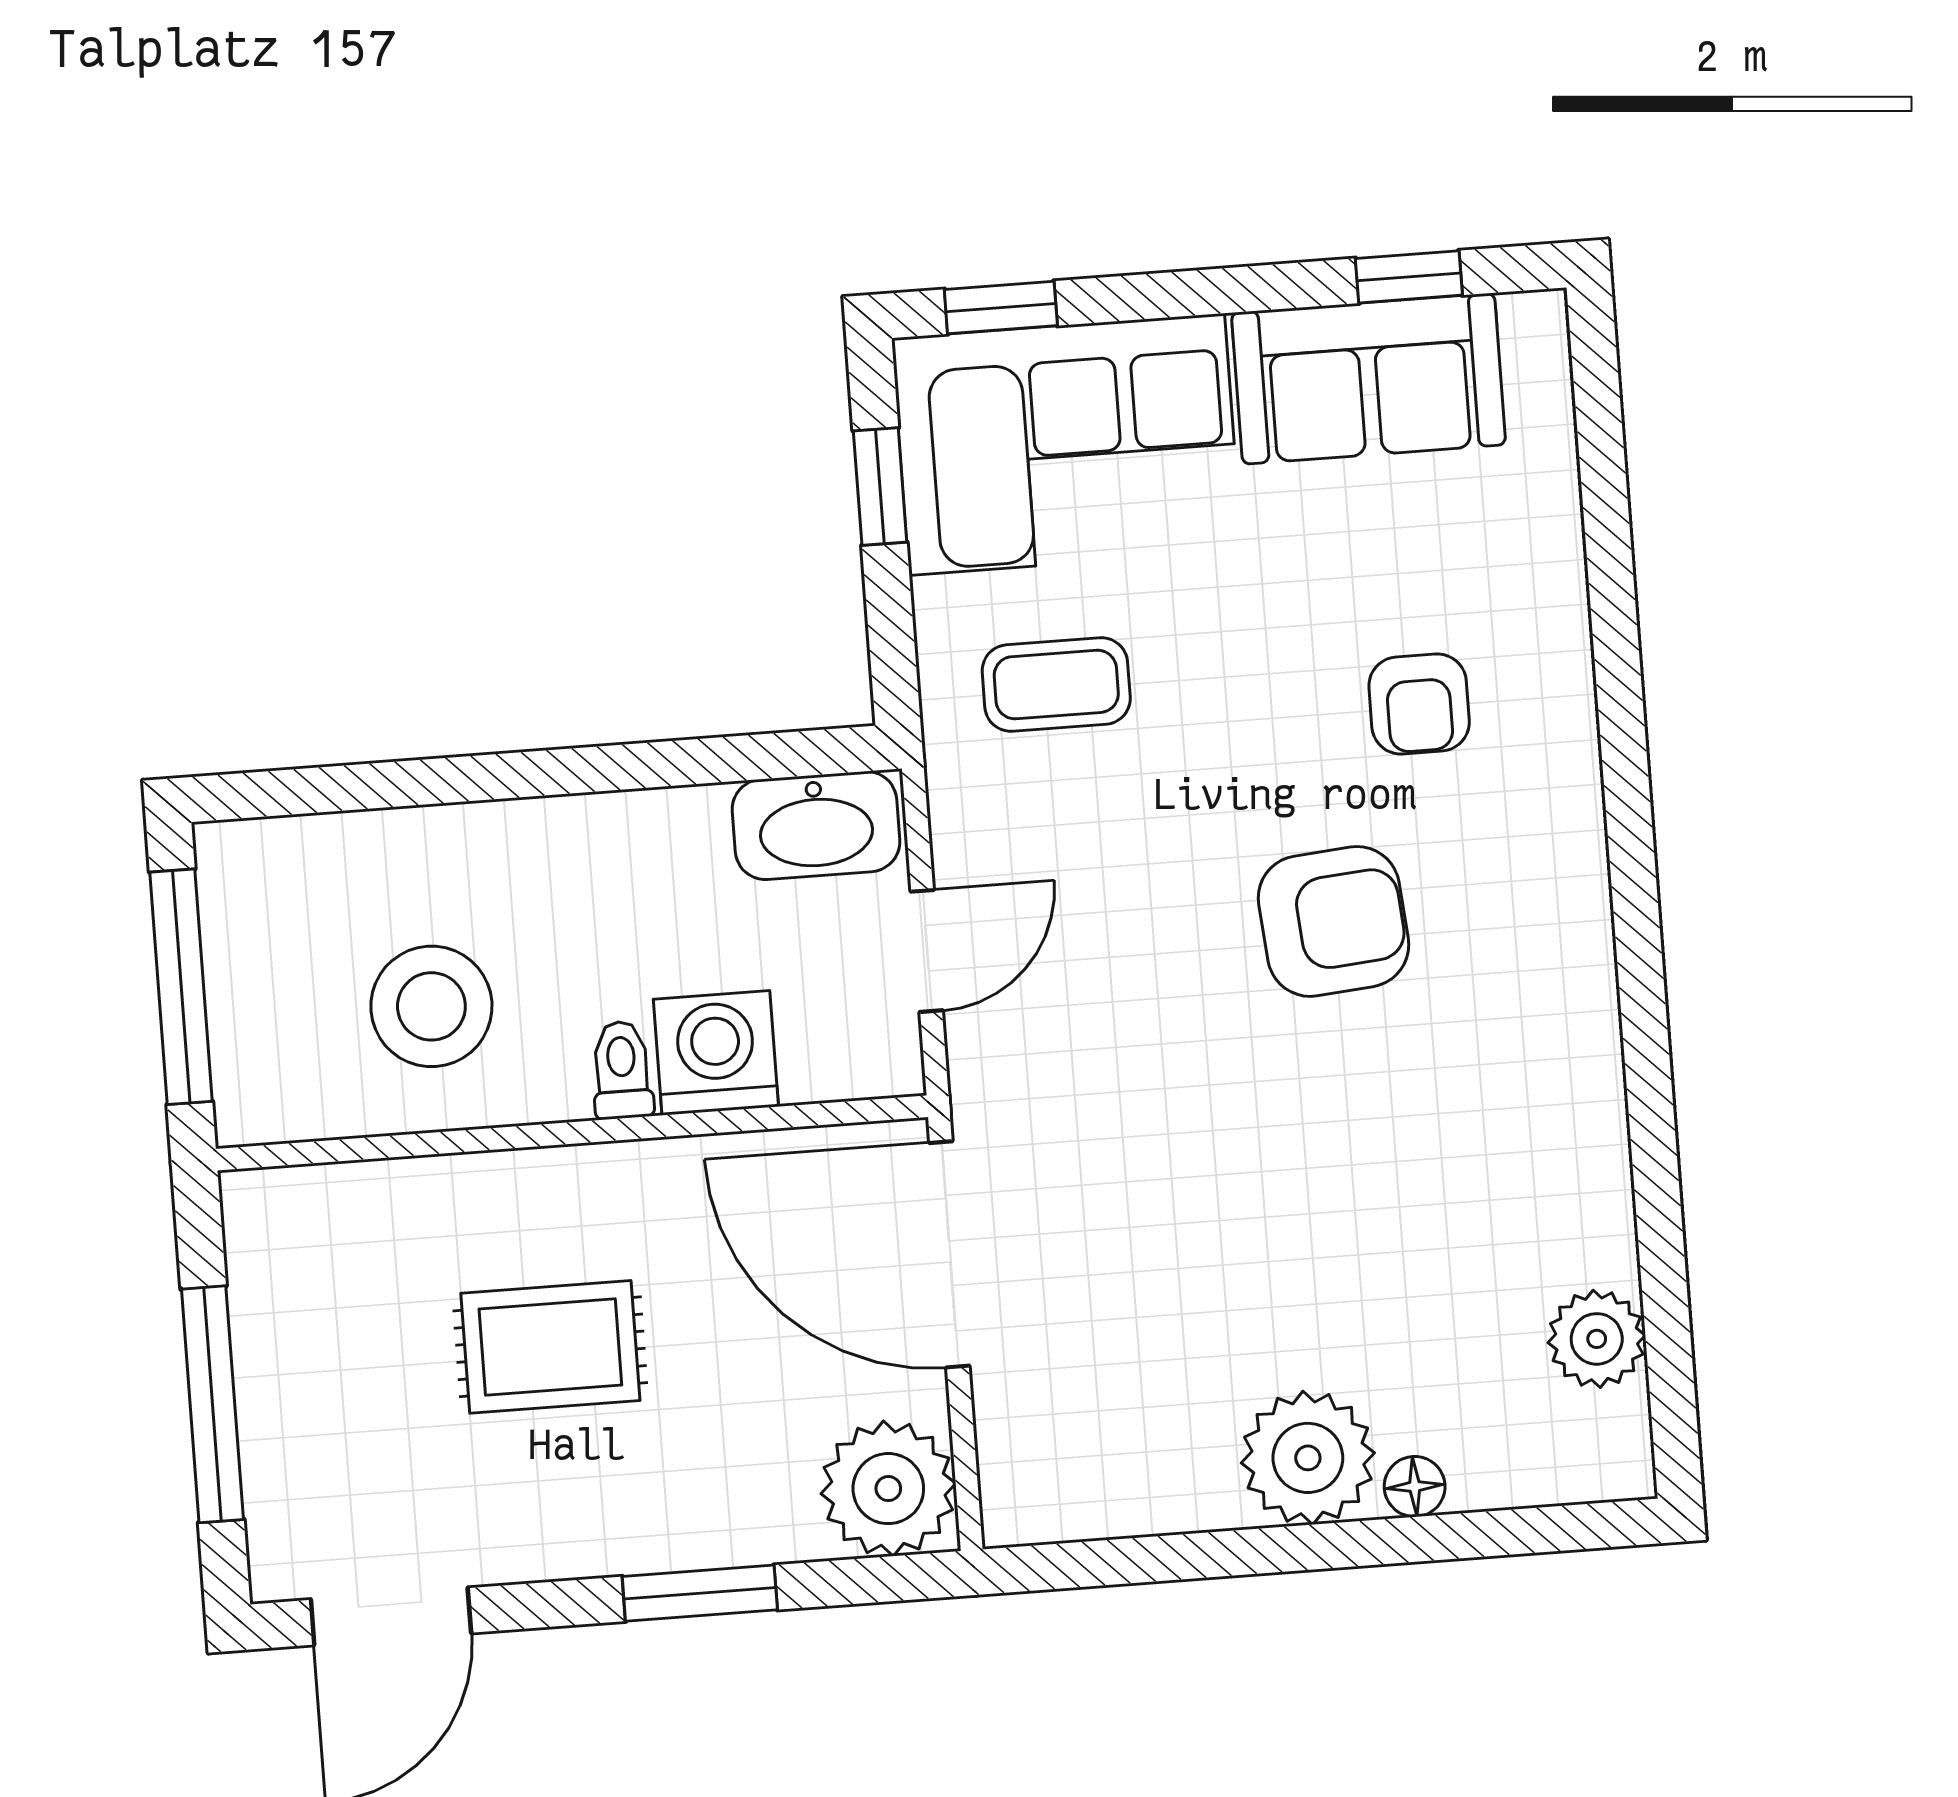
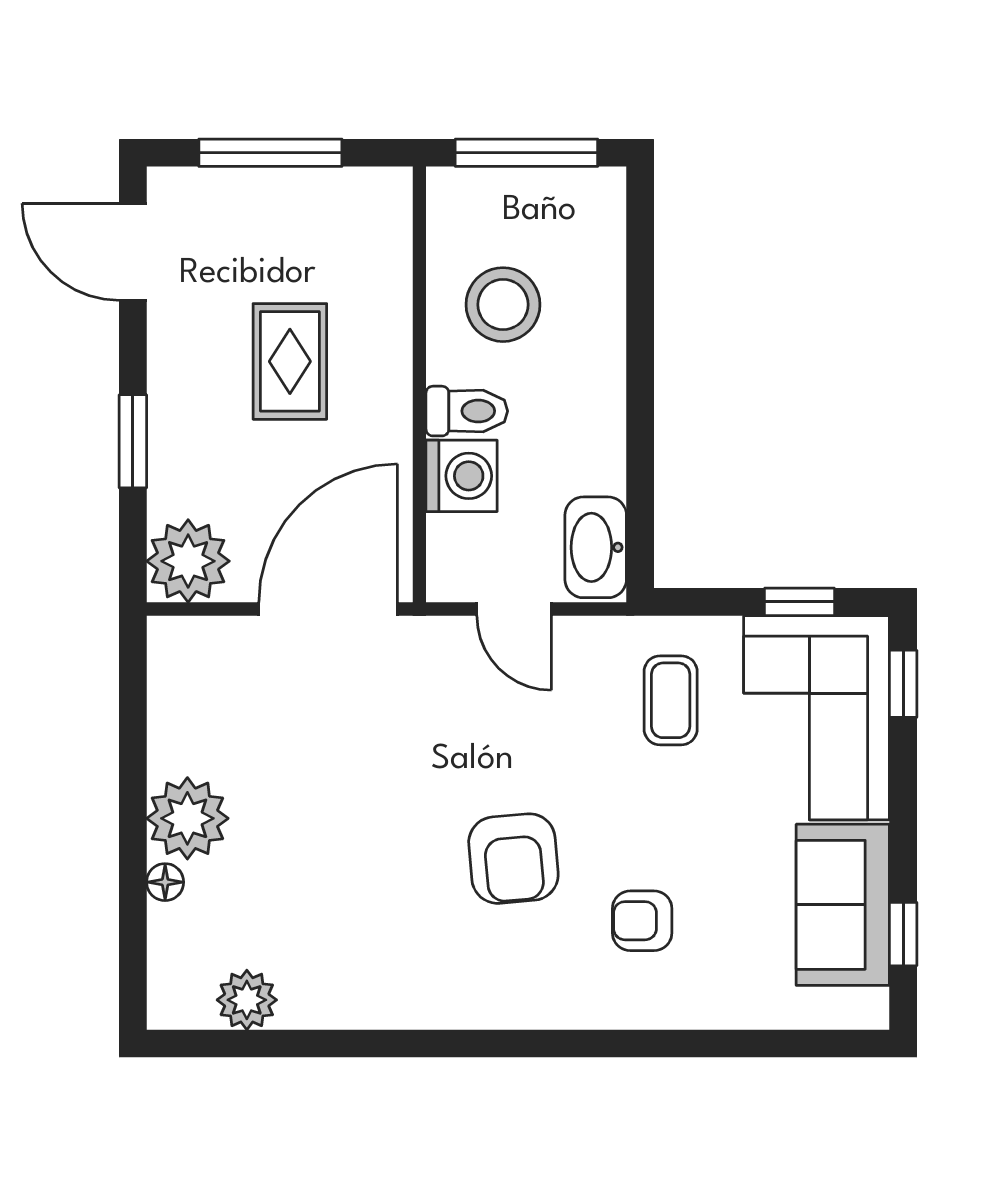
toilet: (622, 1070) -> (467, 411), width x1.37, depth x1.39

